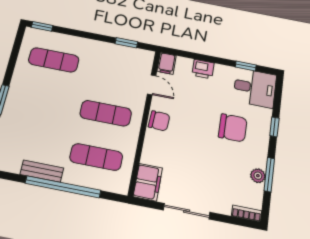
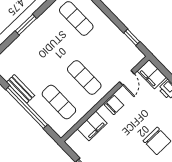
filing cabinet: (167, 63) -> (152, 74), width x2.00
chair: (159, 121) -> (114, 105), turned -93
filing cabinet: (148, 182) -> (92, 126), moved

